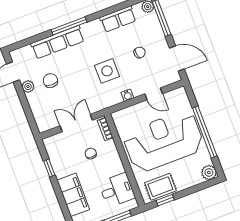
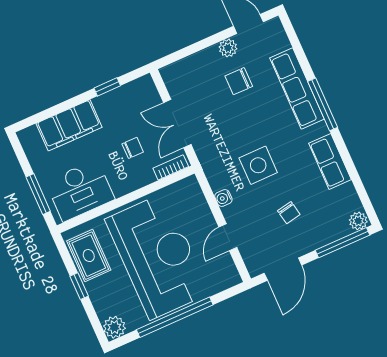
row of seats: (118, 19) -> (330, 161), moved
chair: (50, 81) -> (239, 81), turned 180
double door: (76, 123) -> (177, 124), swing flipped
desk: (117, 190) -> (80, 190), width x1.37
window: (165, 200) -> (79, 286), moved

